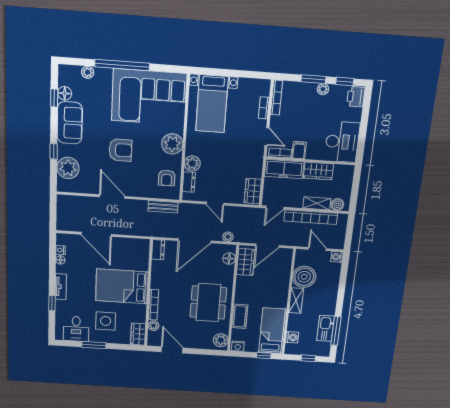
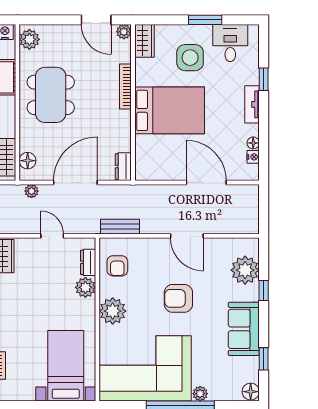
plant: (88, 72) -> (200, 394), moved
floor lamp: (65, 93) -> (251, 392), moved
armchair: (167, 178) -> (117, 266), turned 180
plant: (153, 326) -> (124, 32), moved

